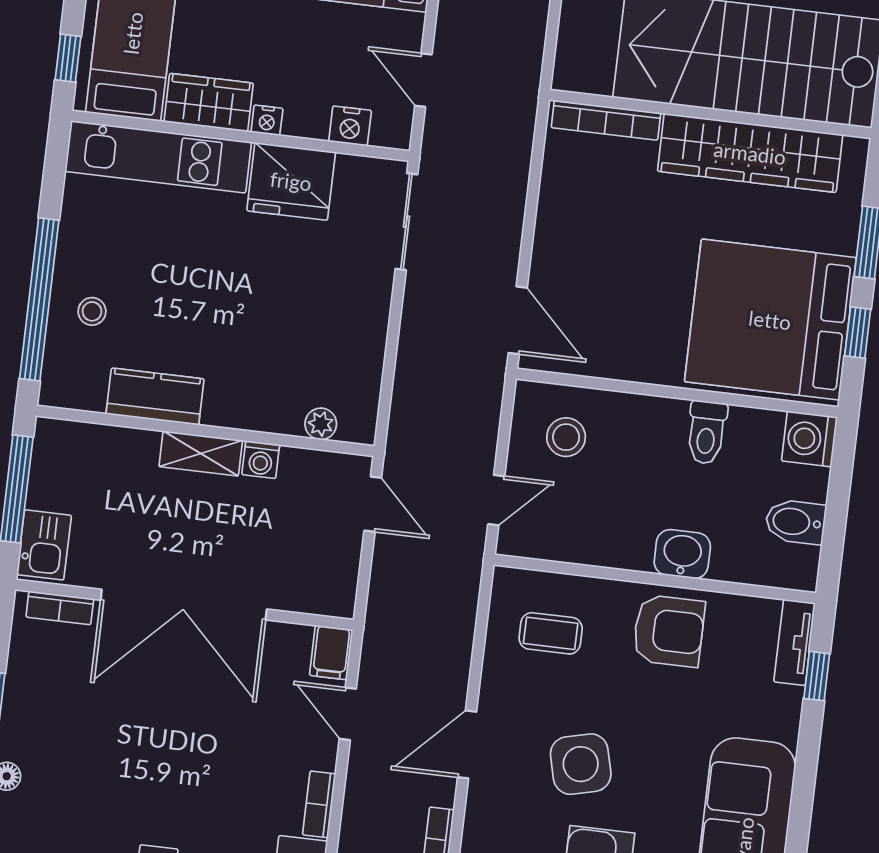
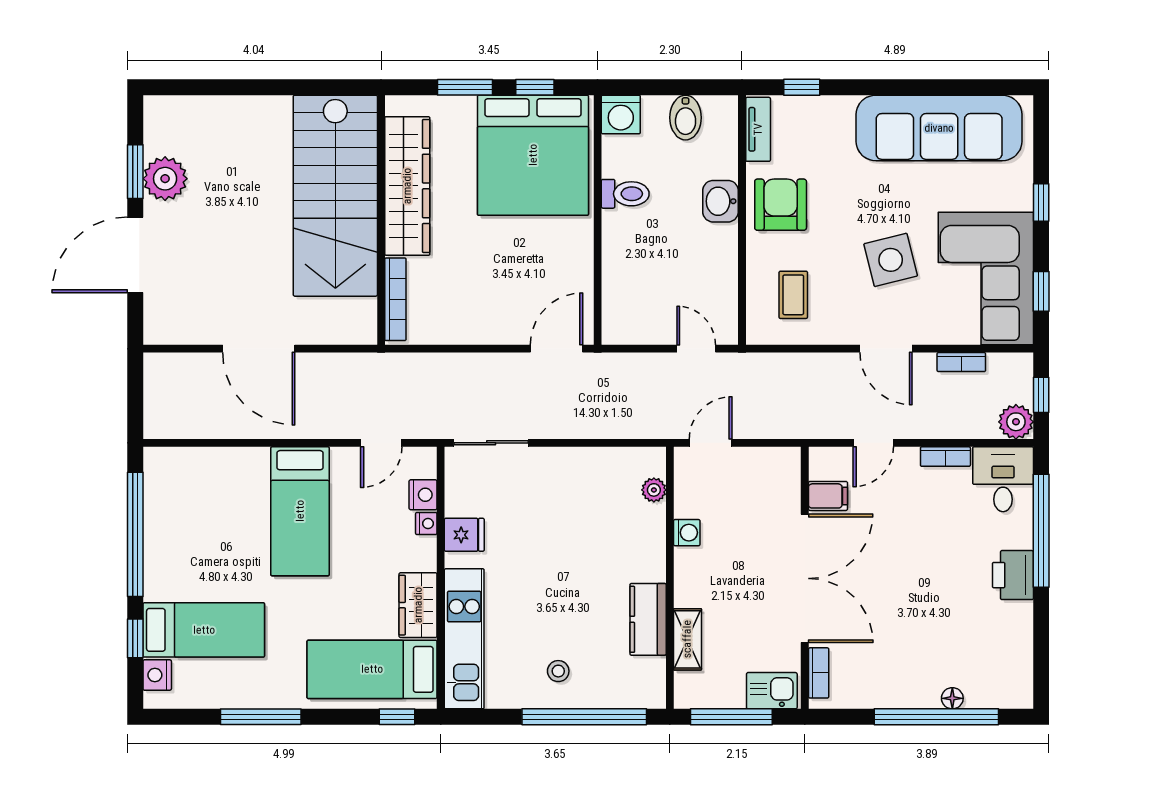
nightstand: (267, 120) -> (426, 524), moved
fridge: (291, 181) -> (464, 535), width x0.53, depth x0.75
stool: (92, 311) -> (558, 671), moved
stool: (566, 437) -> (642, 301), removed
shelving: (201, 453) -> (687, 639), moved
tv unit: (794, 642) -> (758, 129), moved, turned -90
filing cabinet: (331, 652) -> (828, 496), moved

